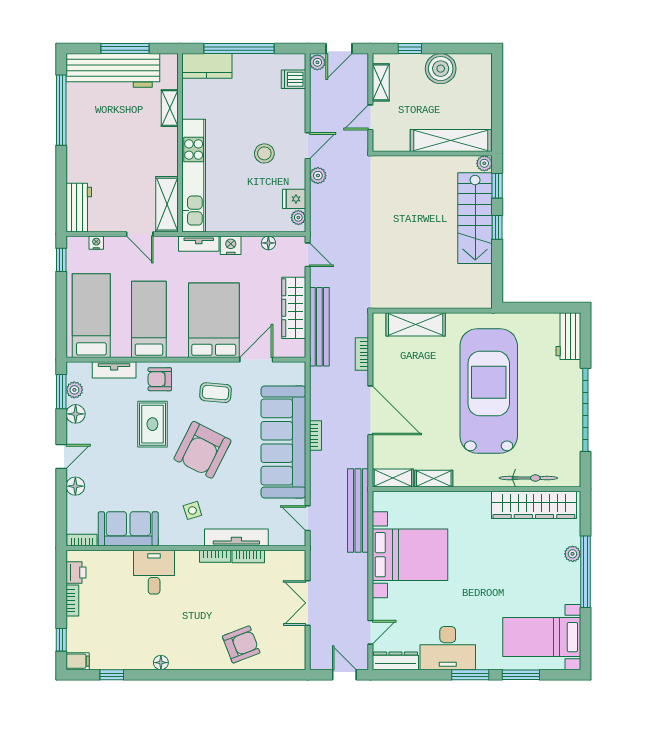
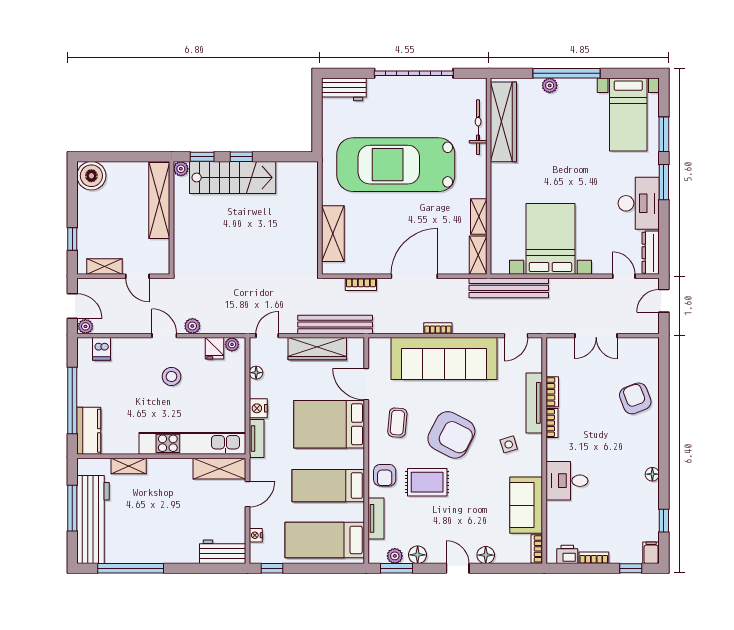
boiler: (441, 69) -> (91, 176), moved

